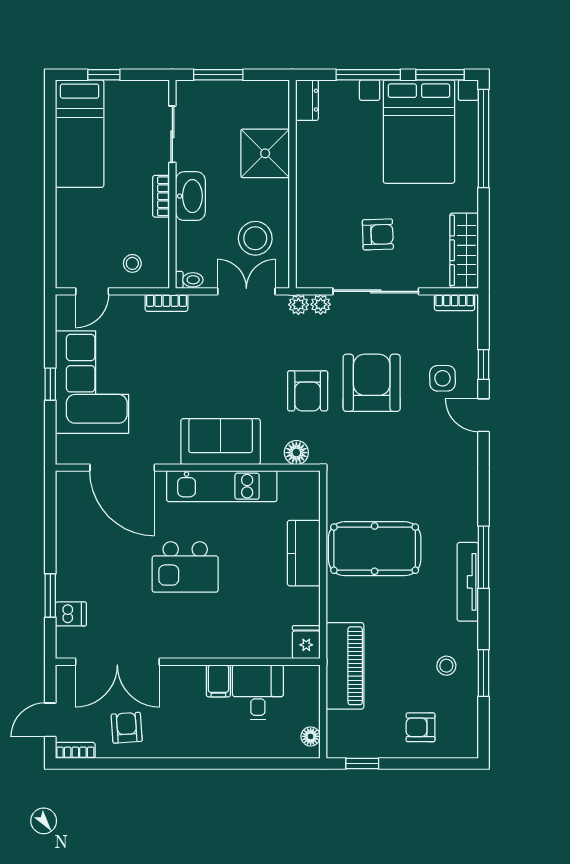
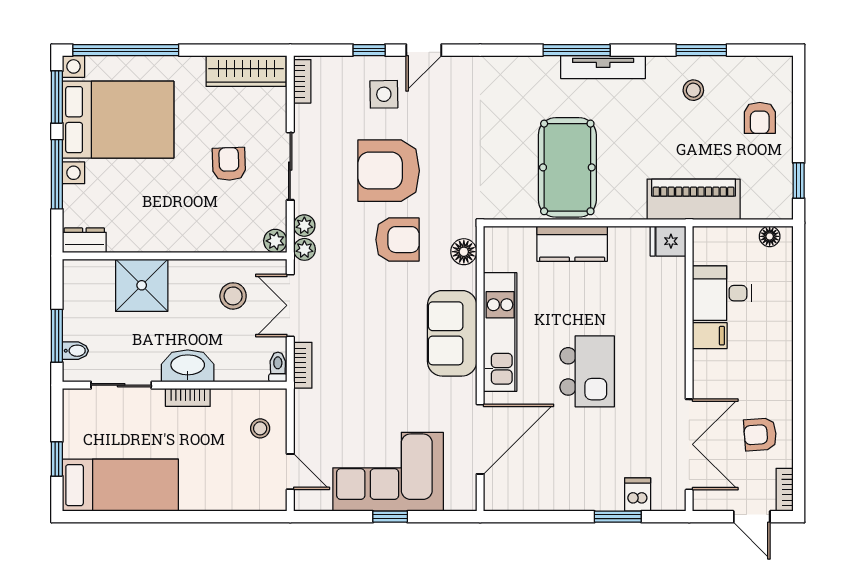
bidet: (204, 92) -> (75, 351), added
stool: (255, 238) -> (233, 296), width x0.73, depth x0.73
plant: (306, 277) -> (275, 241), added
sliding door: (376, 291) -> (290, 166), width x0.73
bookcase: (166, 303) -> (303, 365), moved

